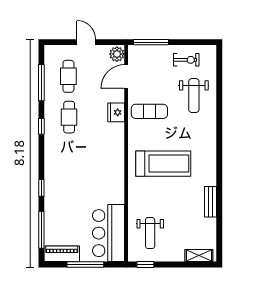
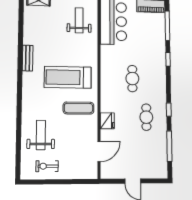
window: (151, 42) -> (78, 182), removed
plant: (117, 54) -> (107, 171), removed
cafe table: (68, 76) -> (132, 79), moved
exercise mat: (149, 111) -> (79, 108), moved
bench: (211, 202) -> (28, 58), moved

